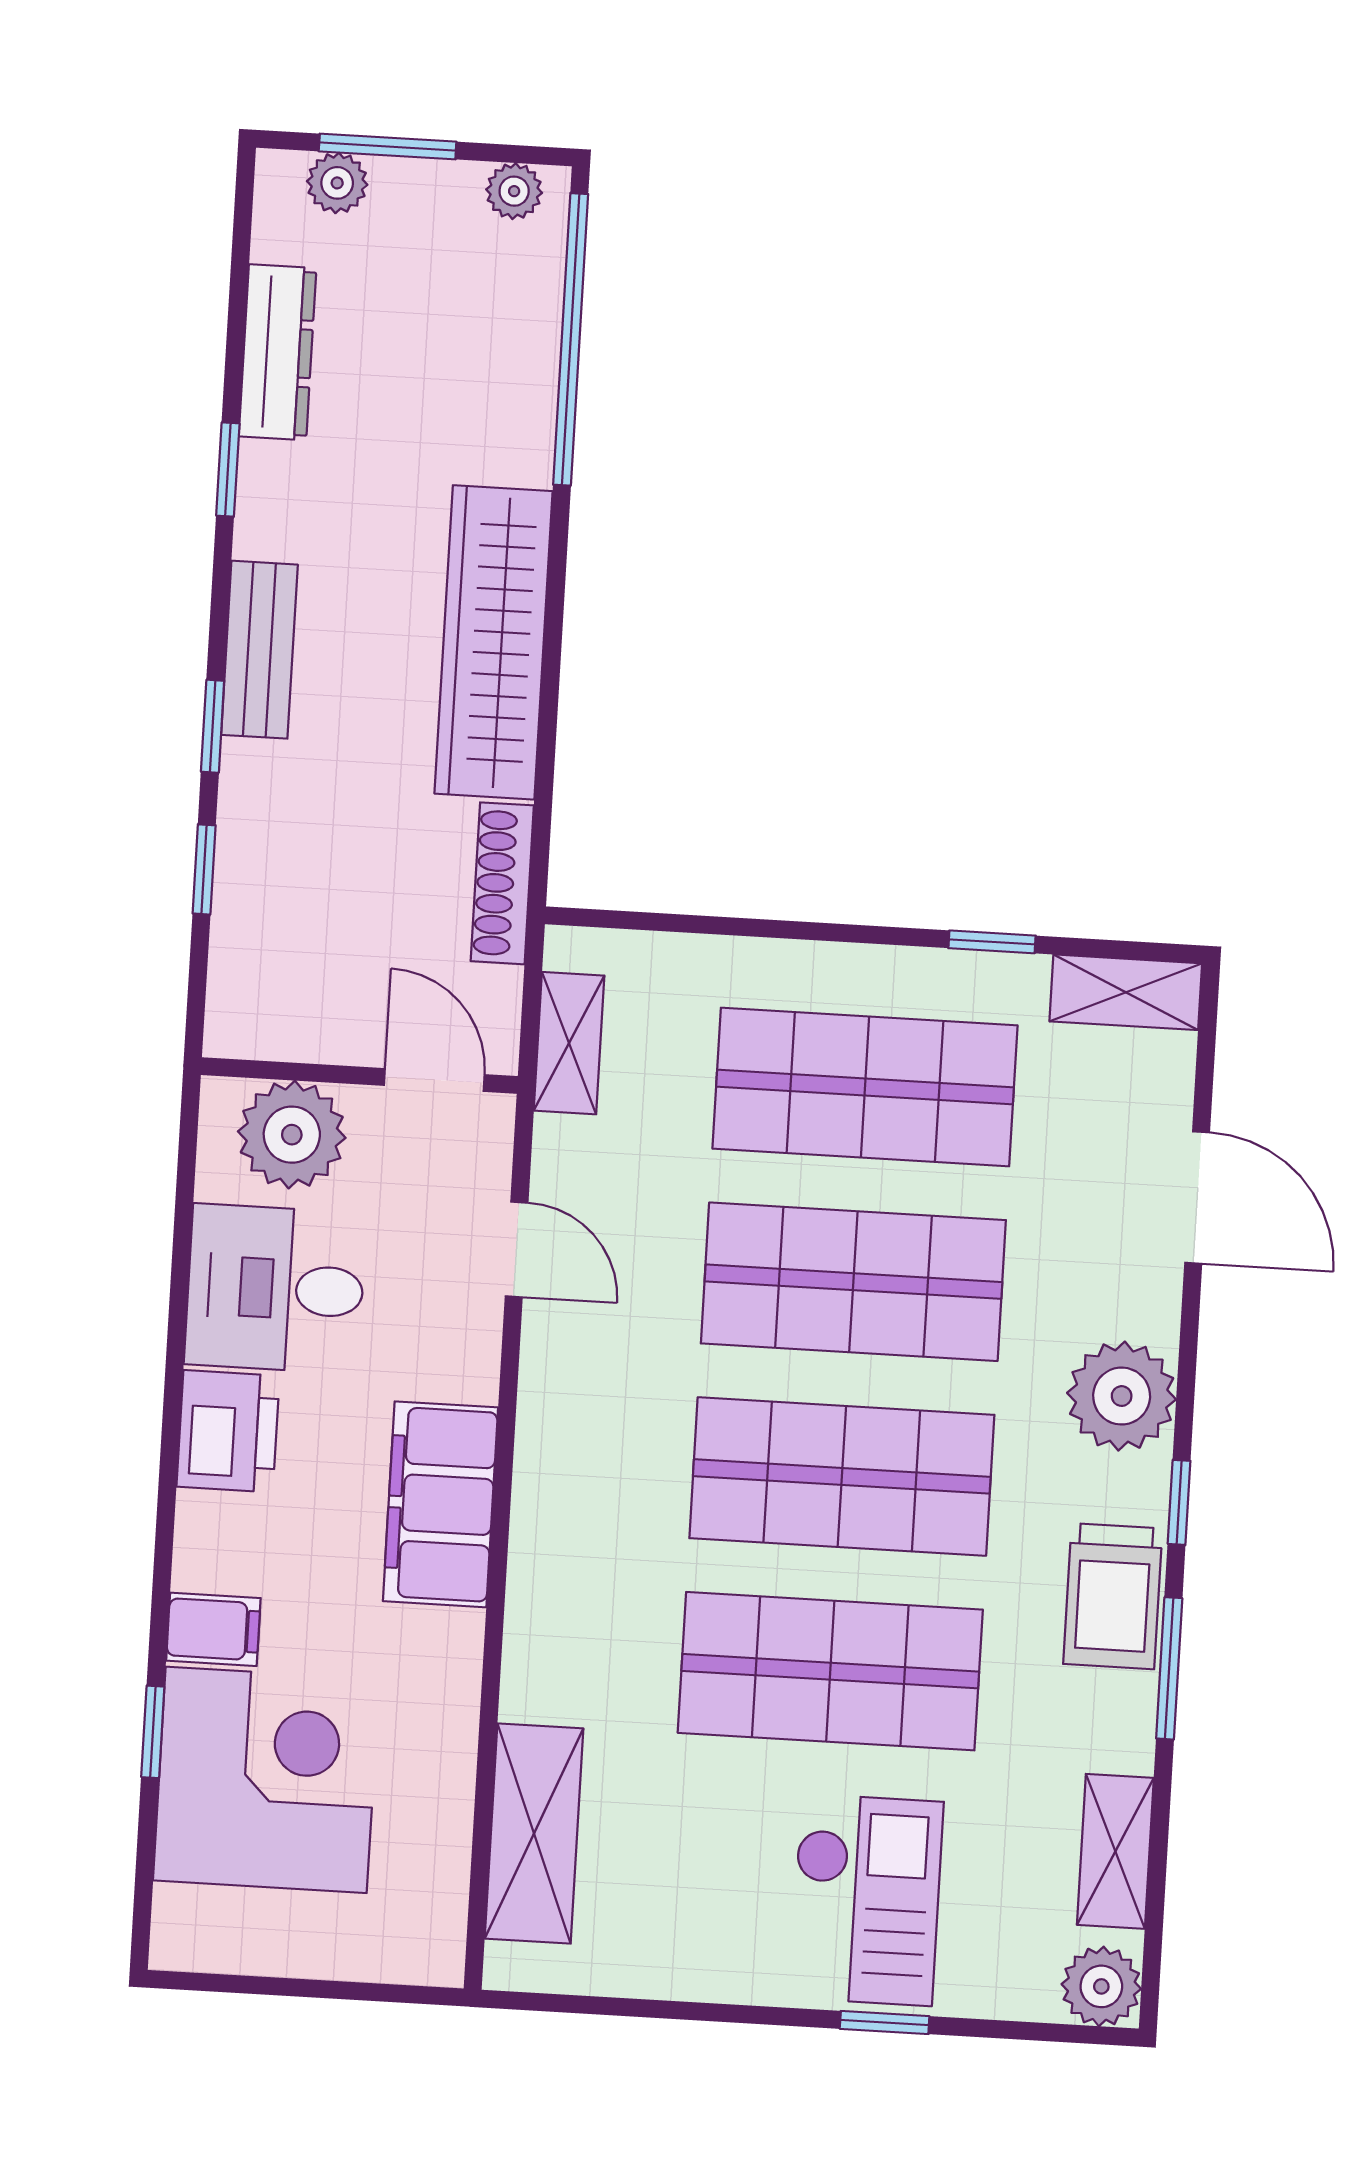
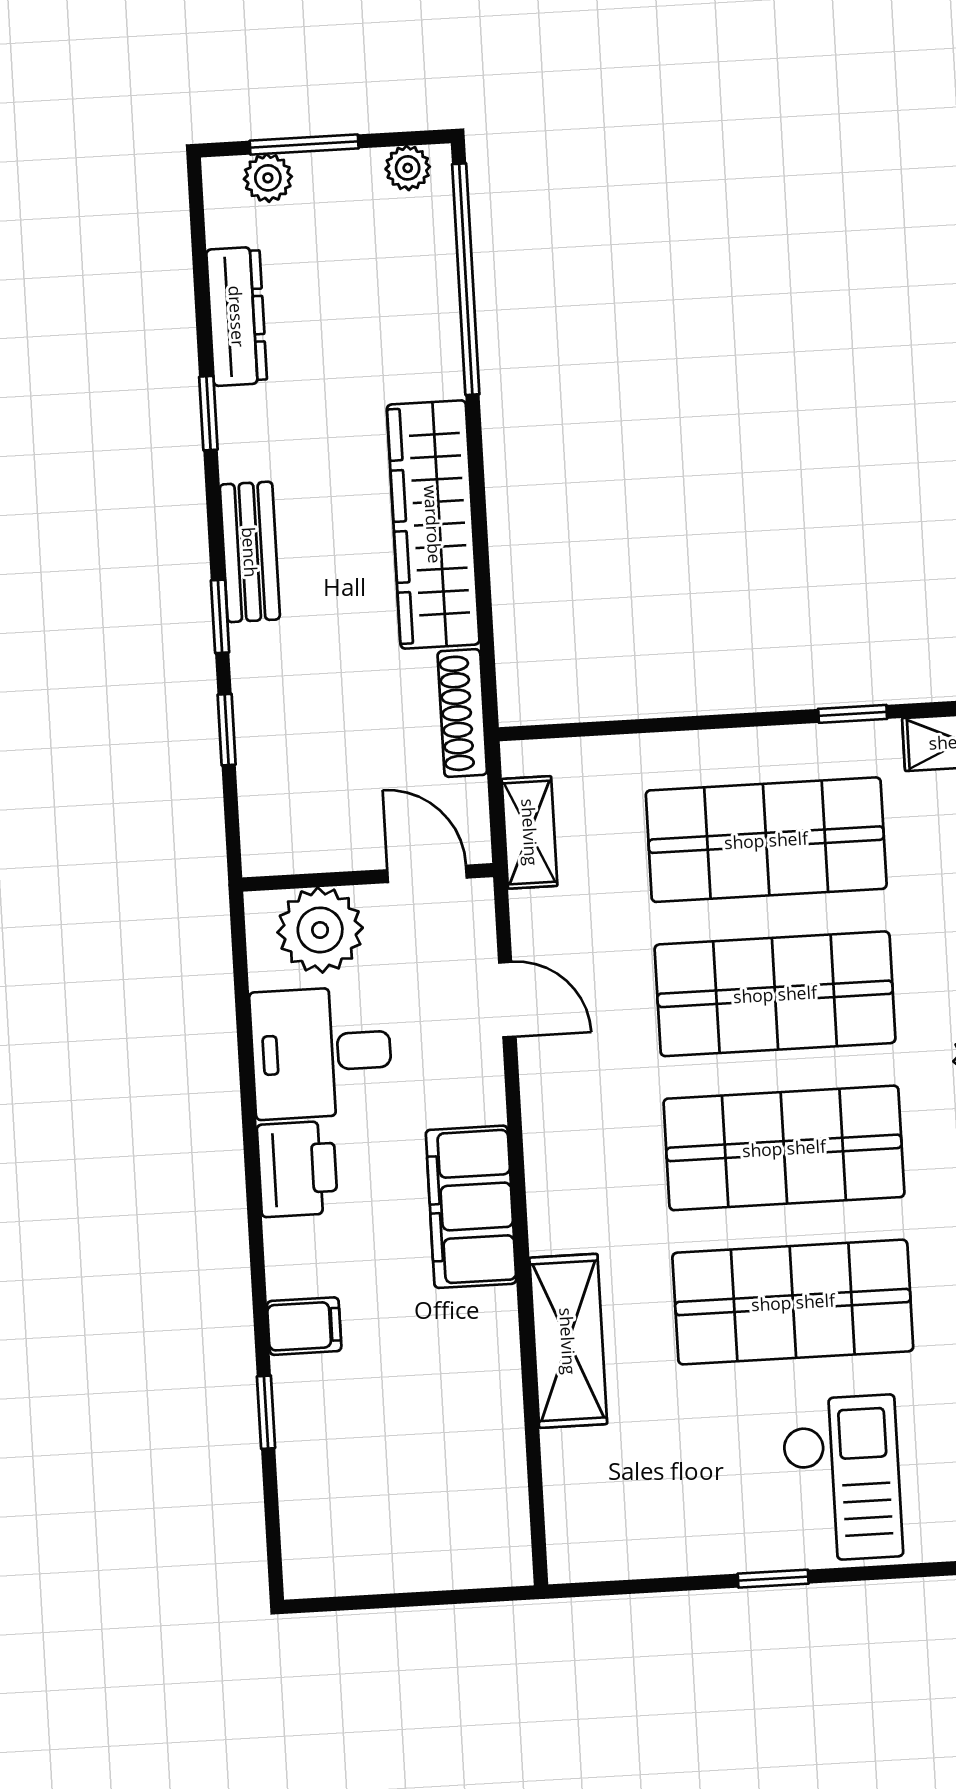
corner desk: (266, 1780) -> (360, 1439), removed
shelving: (534, 1833) -> (568, 1341), moved
window: (885, 2023) -> (773, 1579), moved

